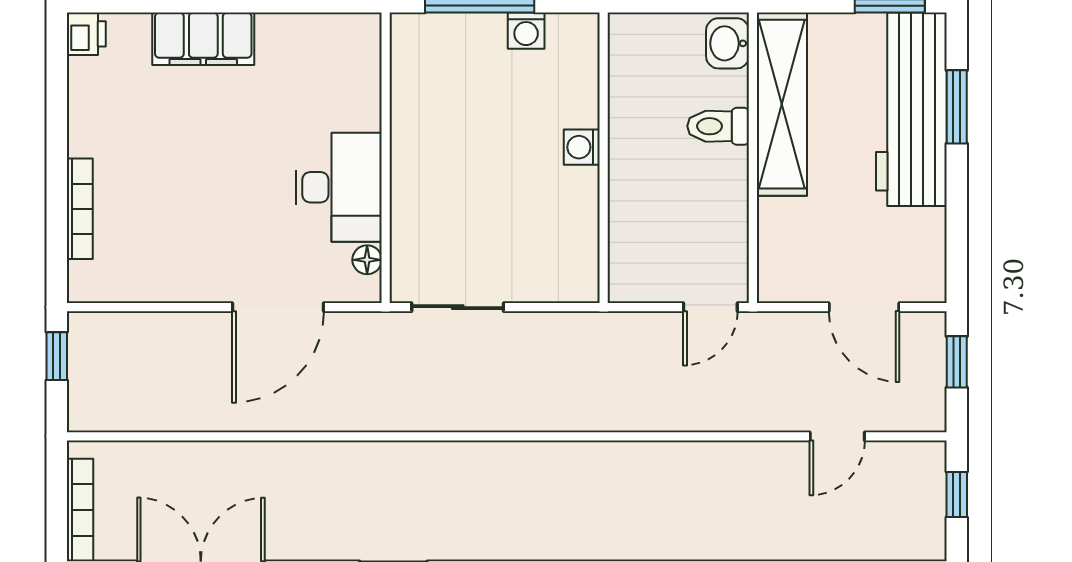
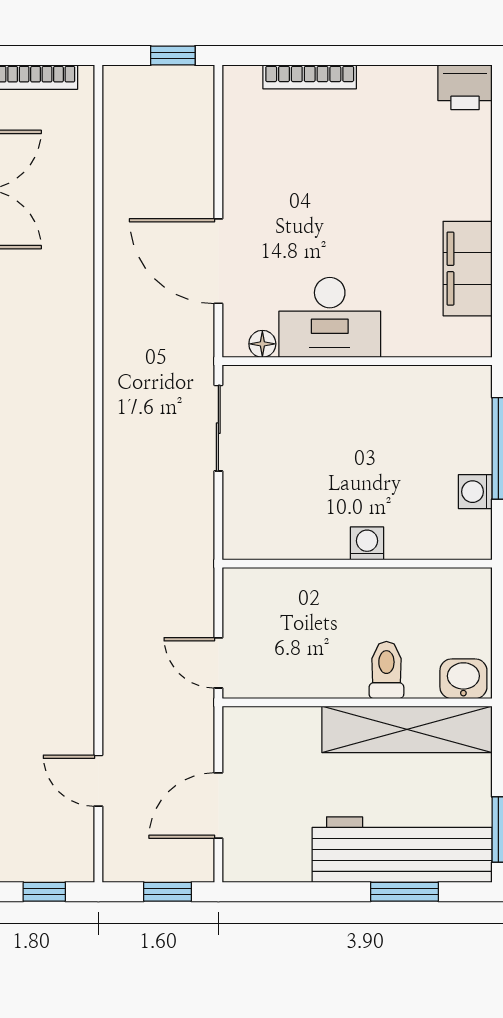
printer: (86, 34) -> (465, 87), width x1.36, depth x1.24
filing cabinet: (203, 39) -> (468, 269), moved

